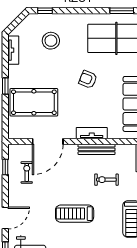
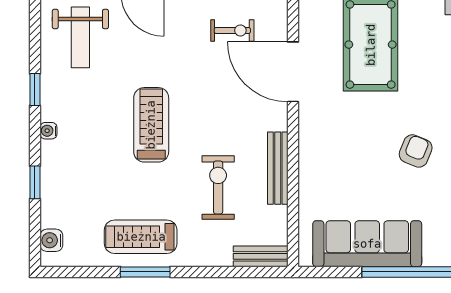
tv unit: (92, 133) -> (310, 159), removed
exercise bike: (106, 180) -> (218, 188), width x1.38, depth x1.39

